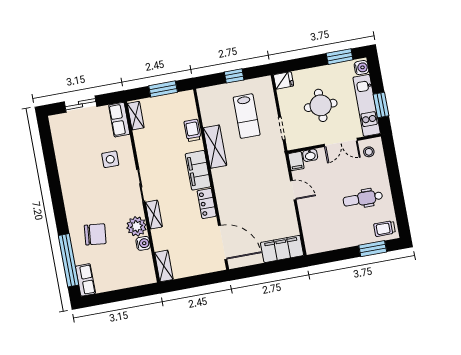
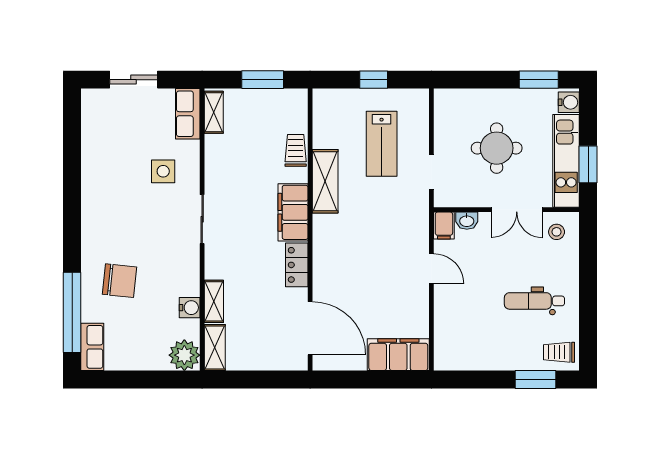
fridge: (284, 80) -> (447, 100), removed
shelving: (154, 215) -> (214, 301), moved
plant: (137, 226) -> (184, 355), moved

